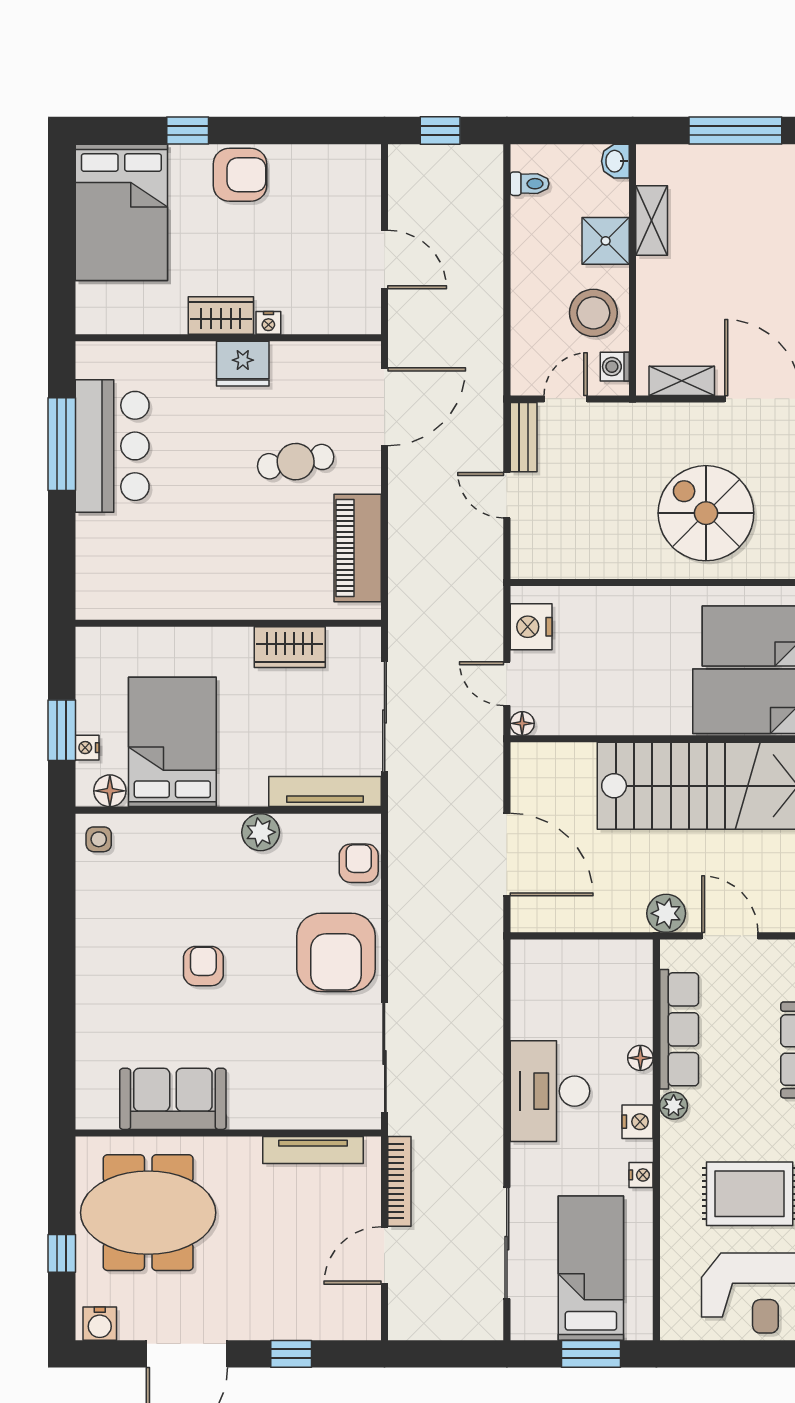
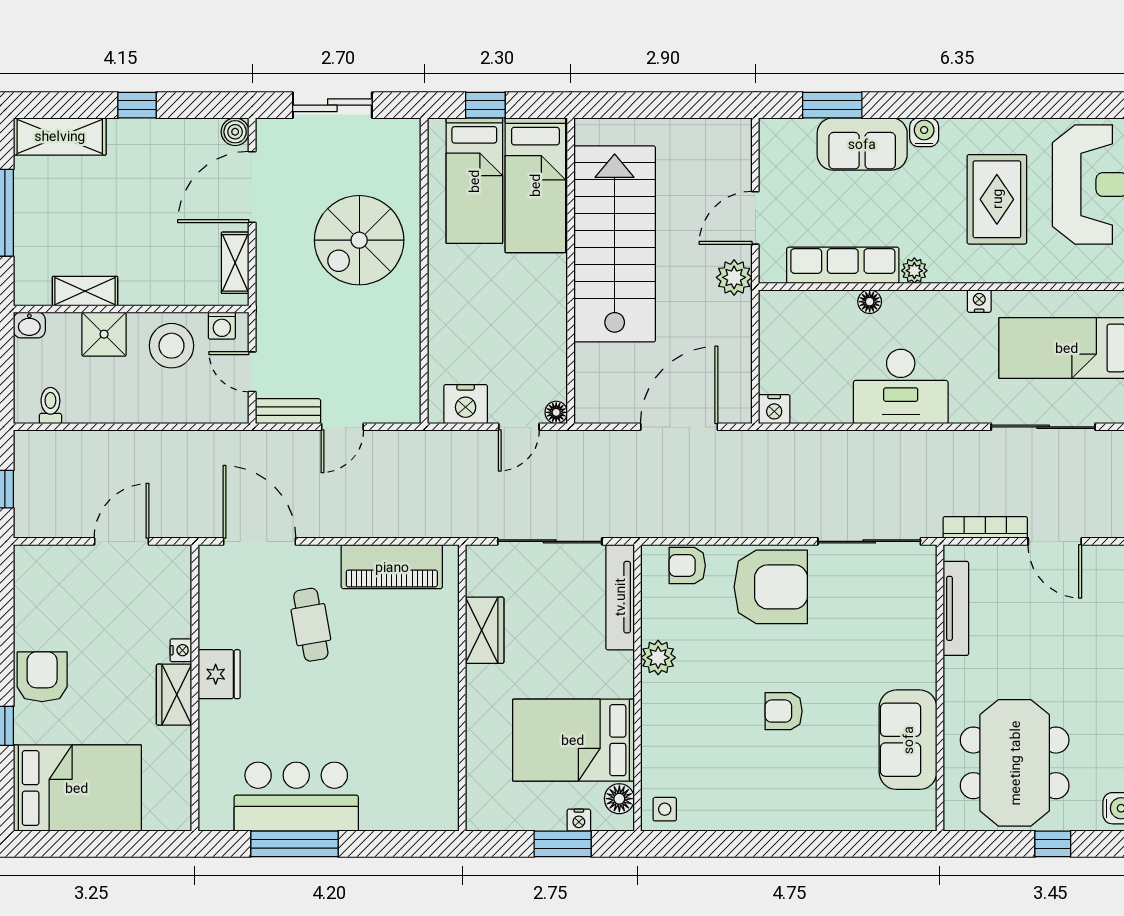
nightstand: (638, 1122) -> (774, 409), moved, turned 180

